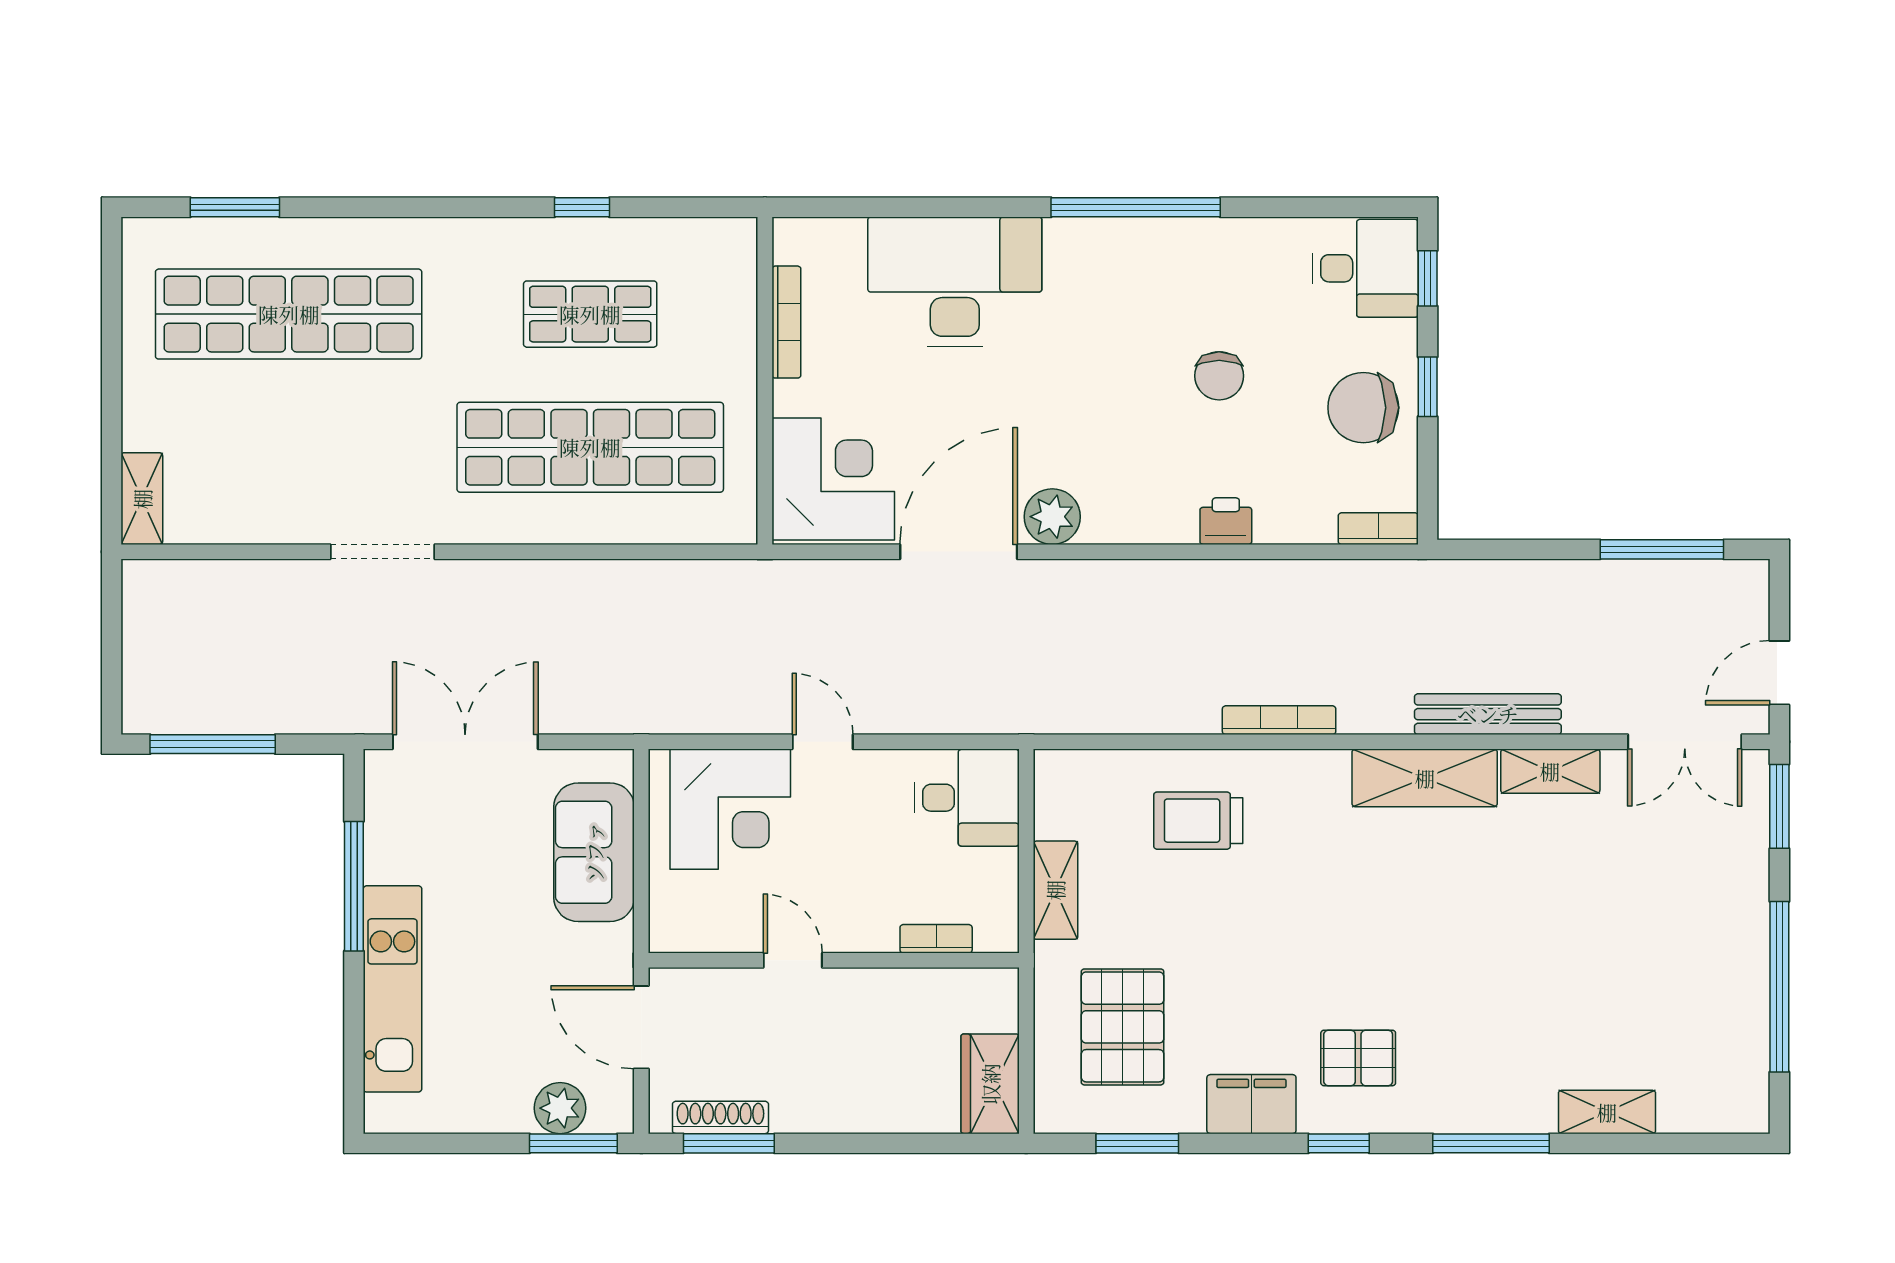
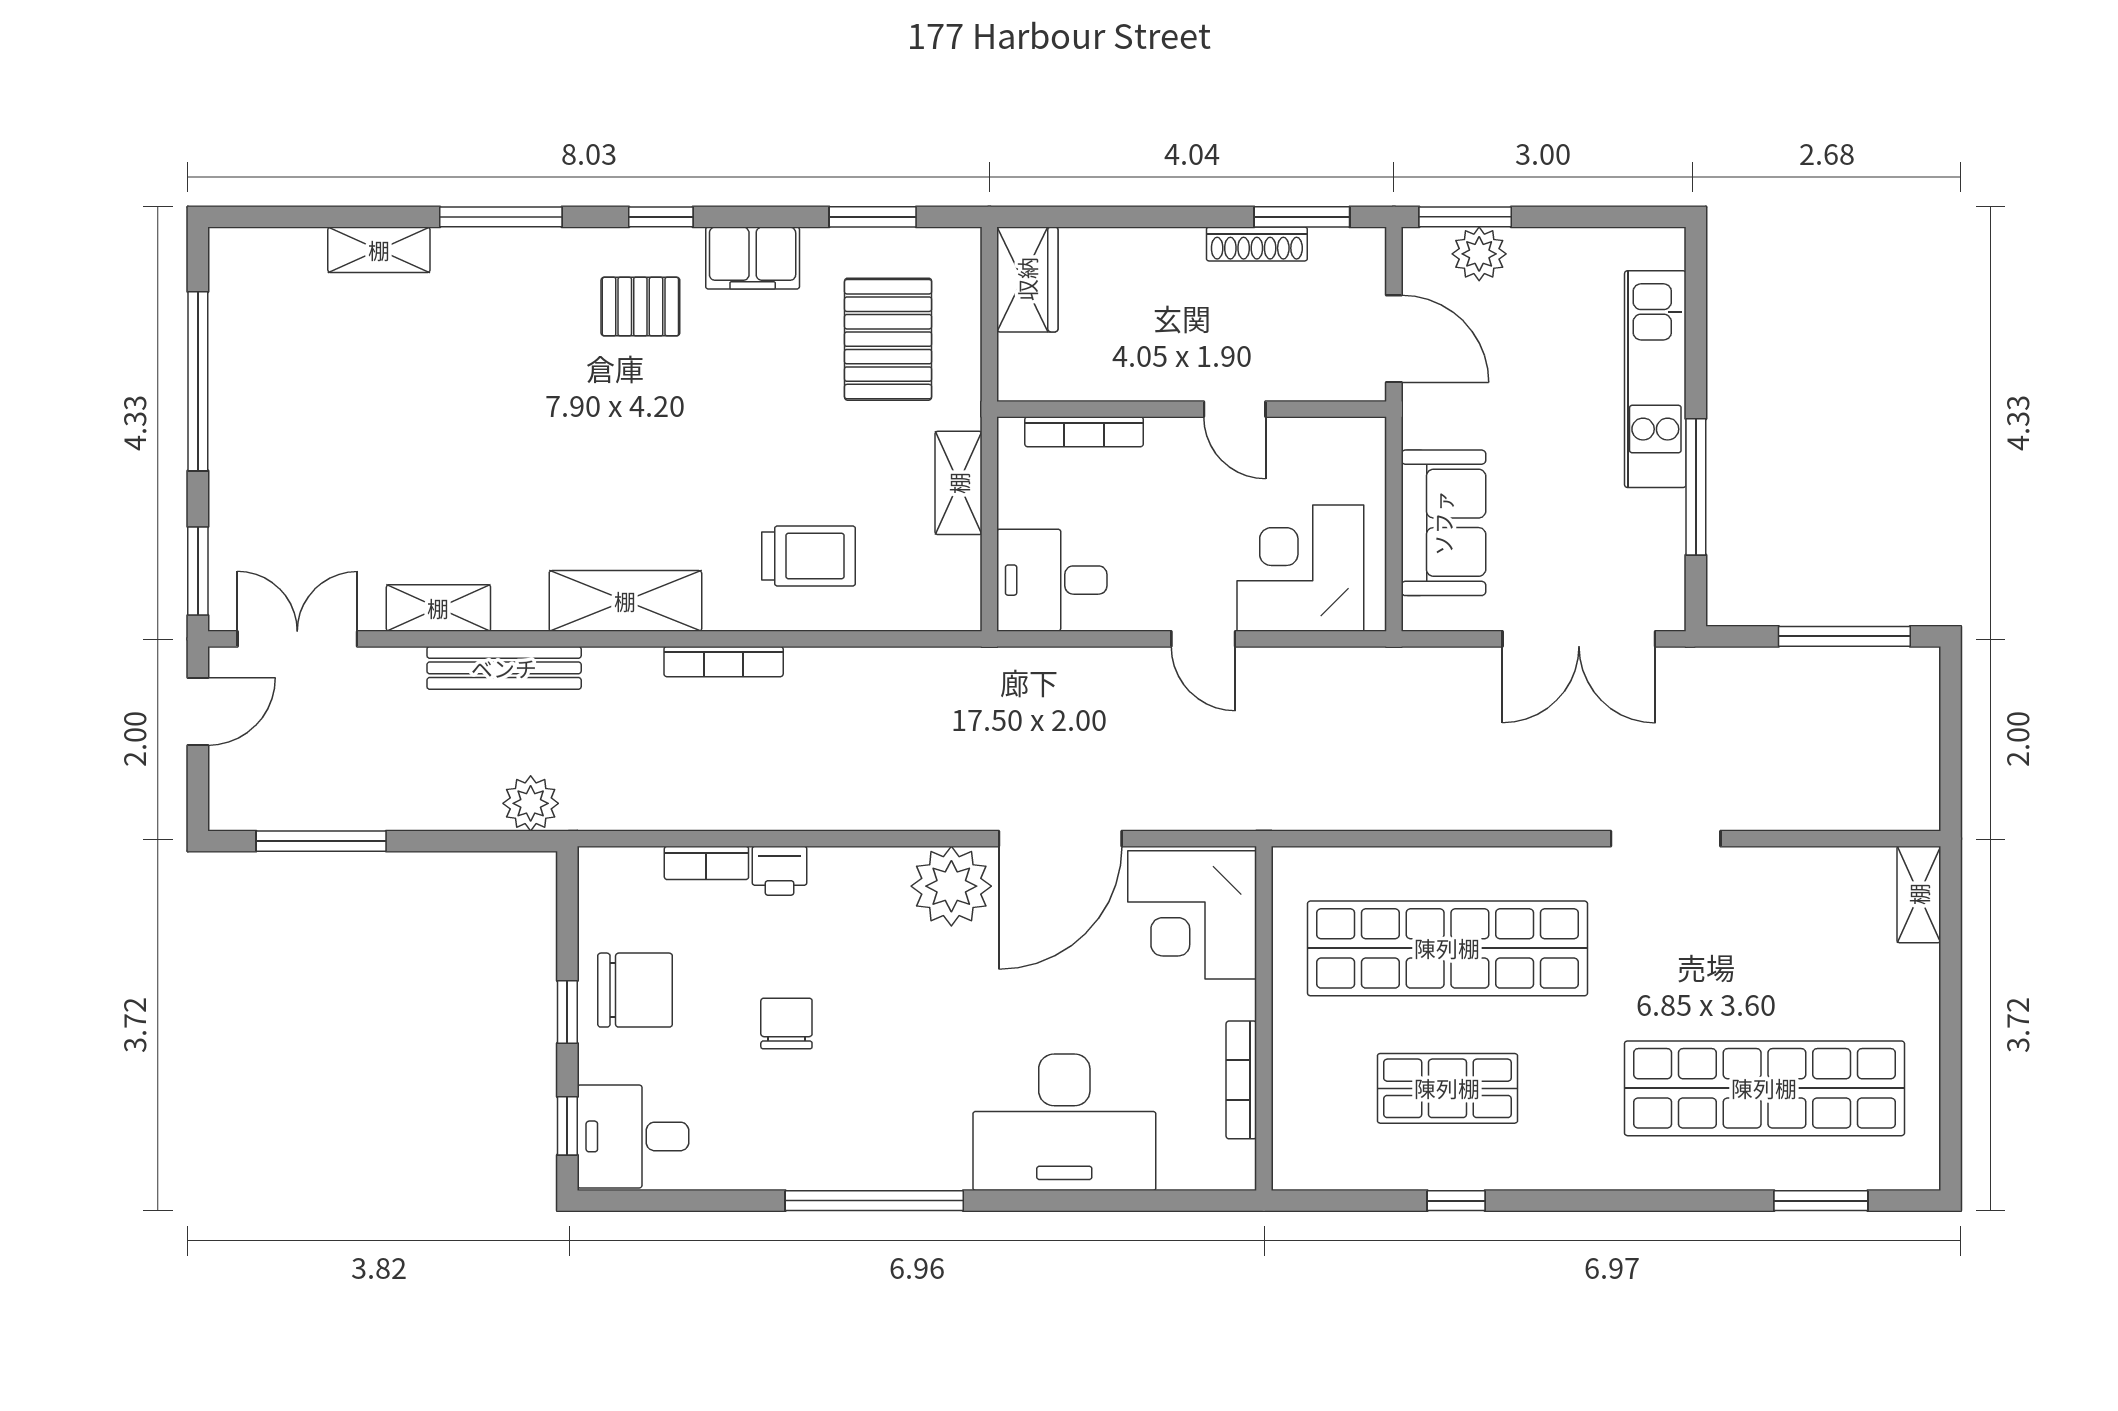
plant: (1052, 517) -> (951, 886), width x1.36, depth x1.36
bookcase: (1378, 529) -> (706, 863), moved
plant: (1463, 585) -> (531, 803), added
shelving: (1425, 778) -> (625, 601), moved
bookcase: (936, 939) -> (1084, 432), width x1.56
shoe rack: (720, 1117) -> (1257, 244), moved

